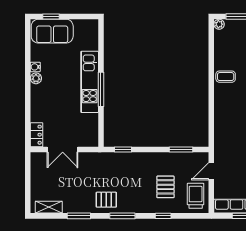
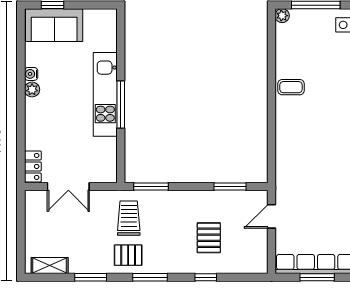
window: (123, 149) -> (151, 187), width x1.50
trolley: (196, 196) -> (129, 218), moved

